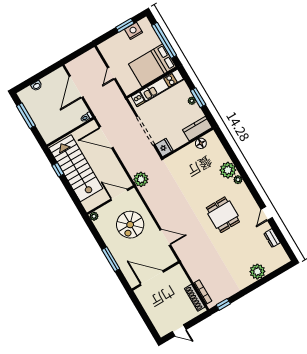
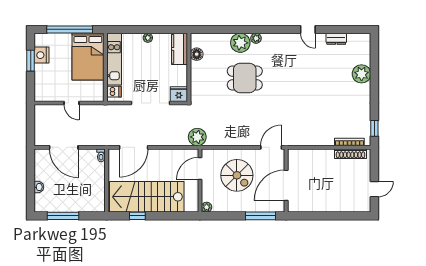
window: (198, 98) -> (148, 29), removed
dining table: (223, 215) -> (245, 78), moved
wall: (155, 276) -> (286, 180), moved
door: (152, 278) -> (286, 185), moved

